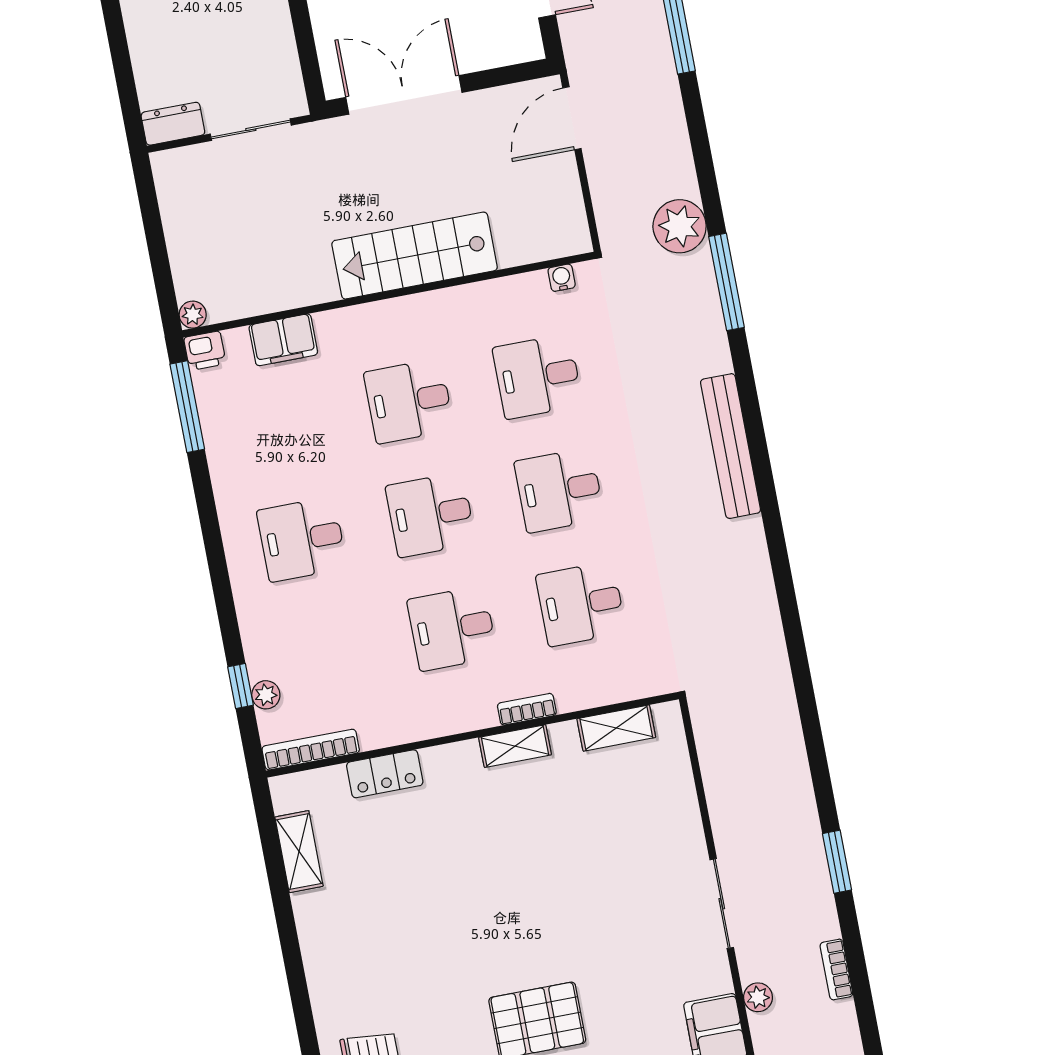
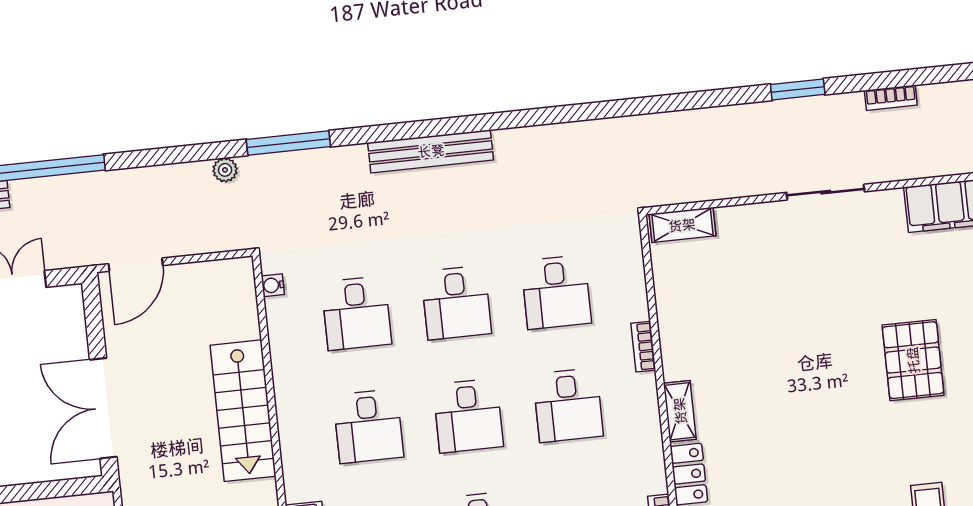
door: (572, 118) -> (136, 265), hinge flipped
plant: (680, 226) -> (225, 170), width x0.53, depth x0.53
shelving: (616, 728) -> (682, 225), moved, turned 90
shelving: (515, 746) -> (680, 411), moved
plant: (758, 997) -> (909, 168), removed

